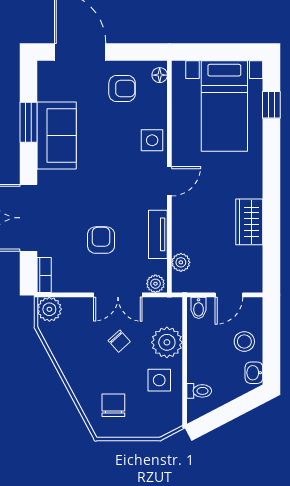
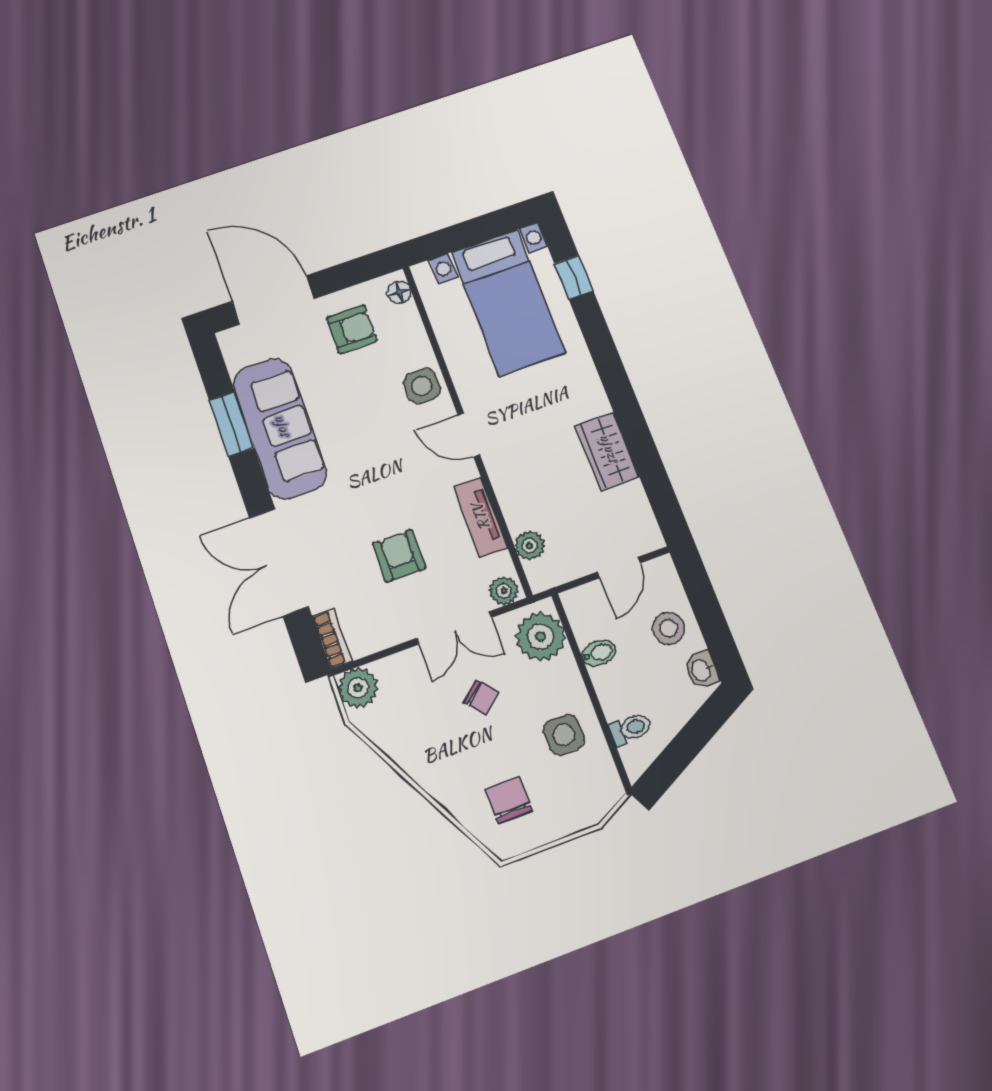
sofa: (57, 136) -> (280, 428), width x1.36
door: (169, 181) -> (469, 435), swing flipped
bidet: (199, 308) -> (599, 653), moved, turned -90
plant: (167, 342) -> (540, 637), moved

